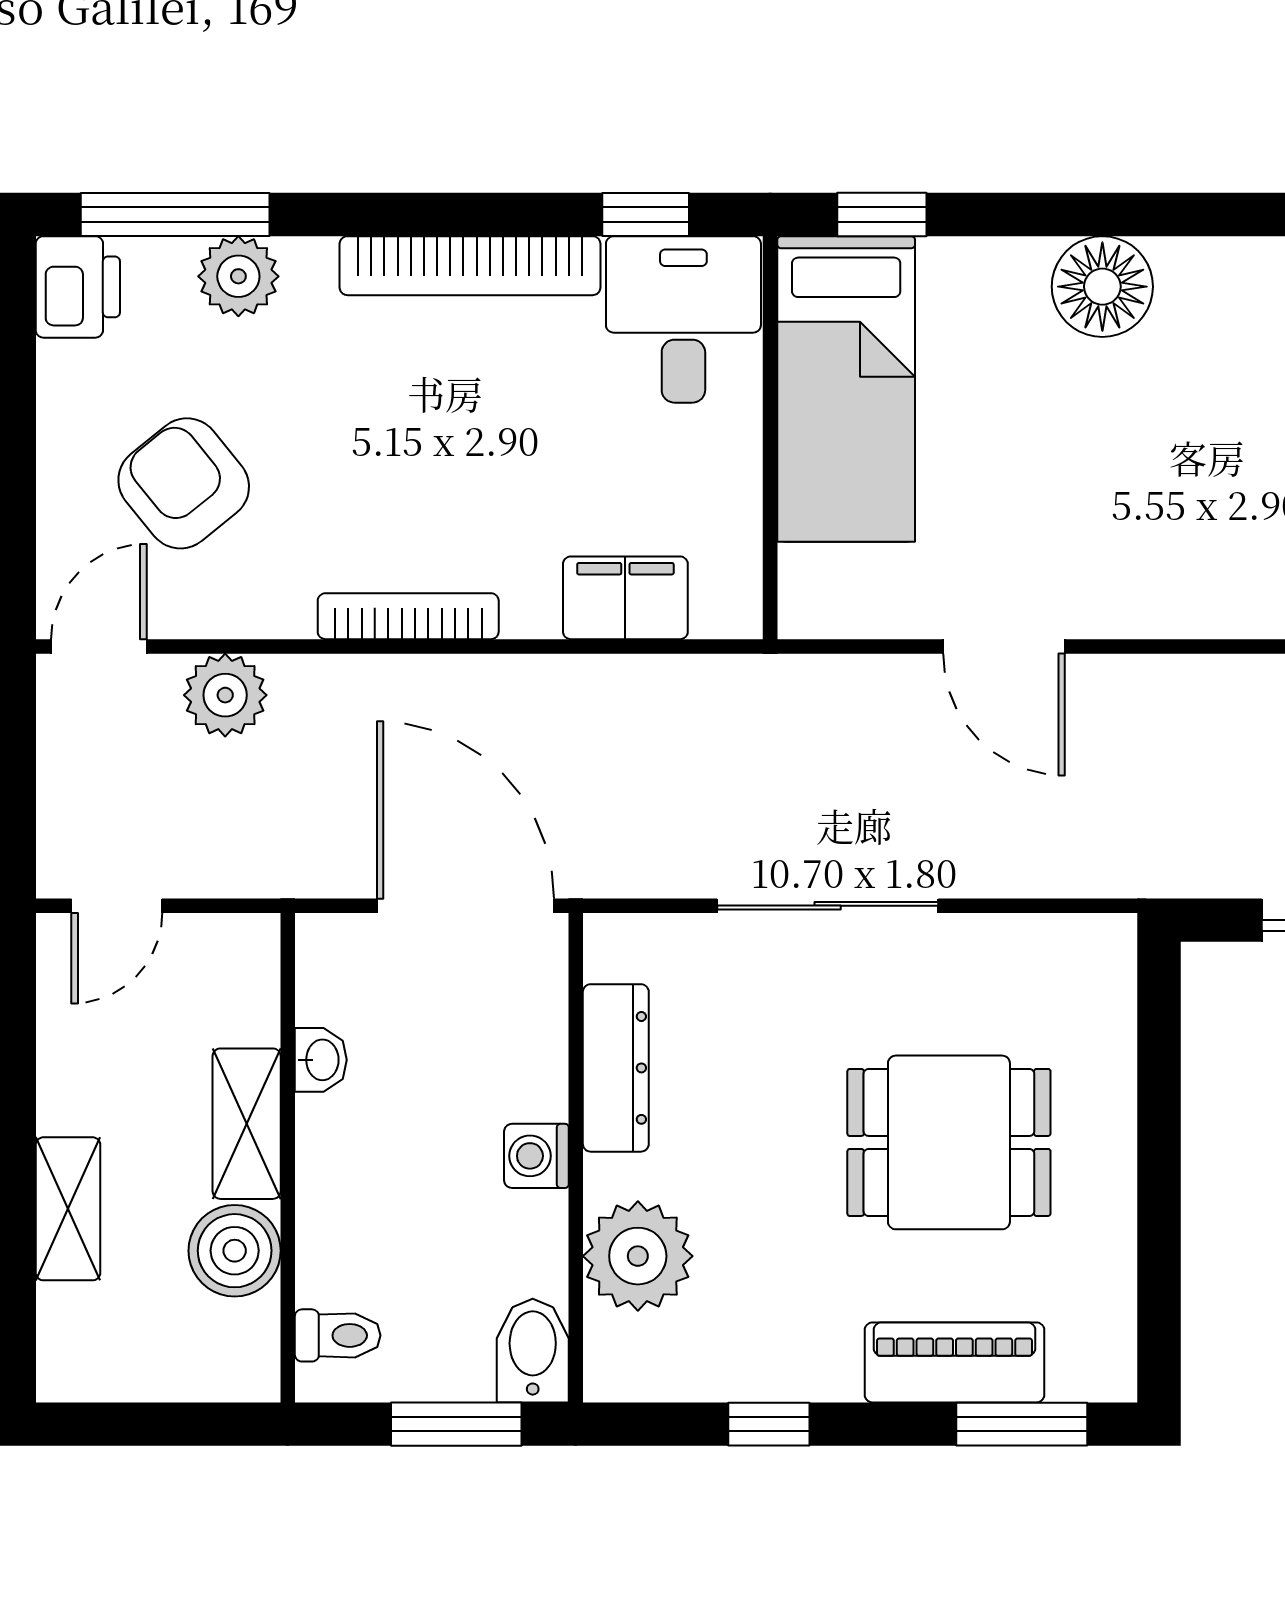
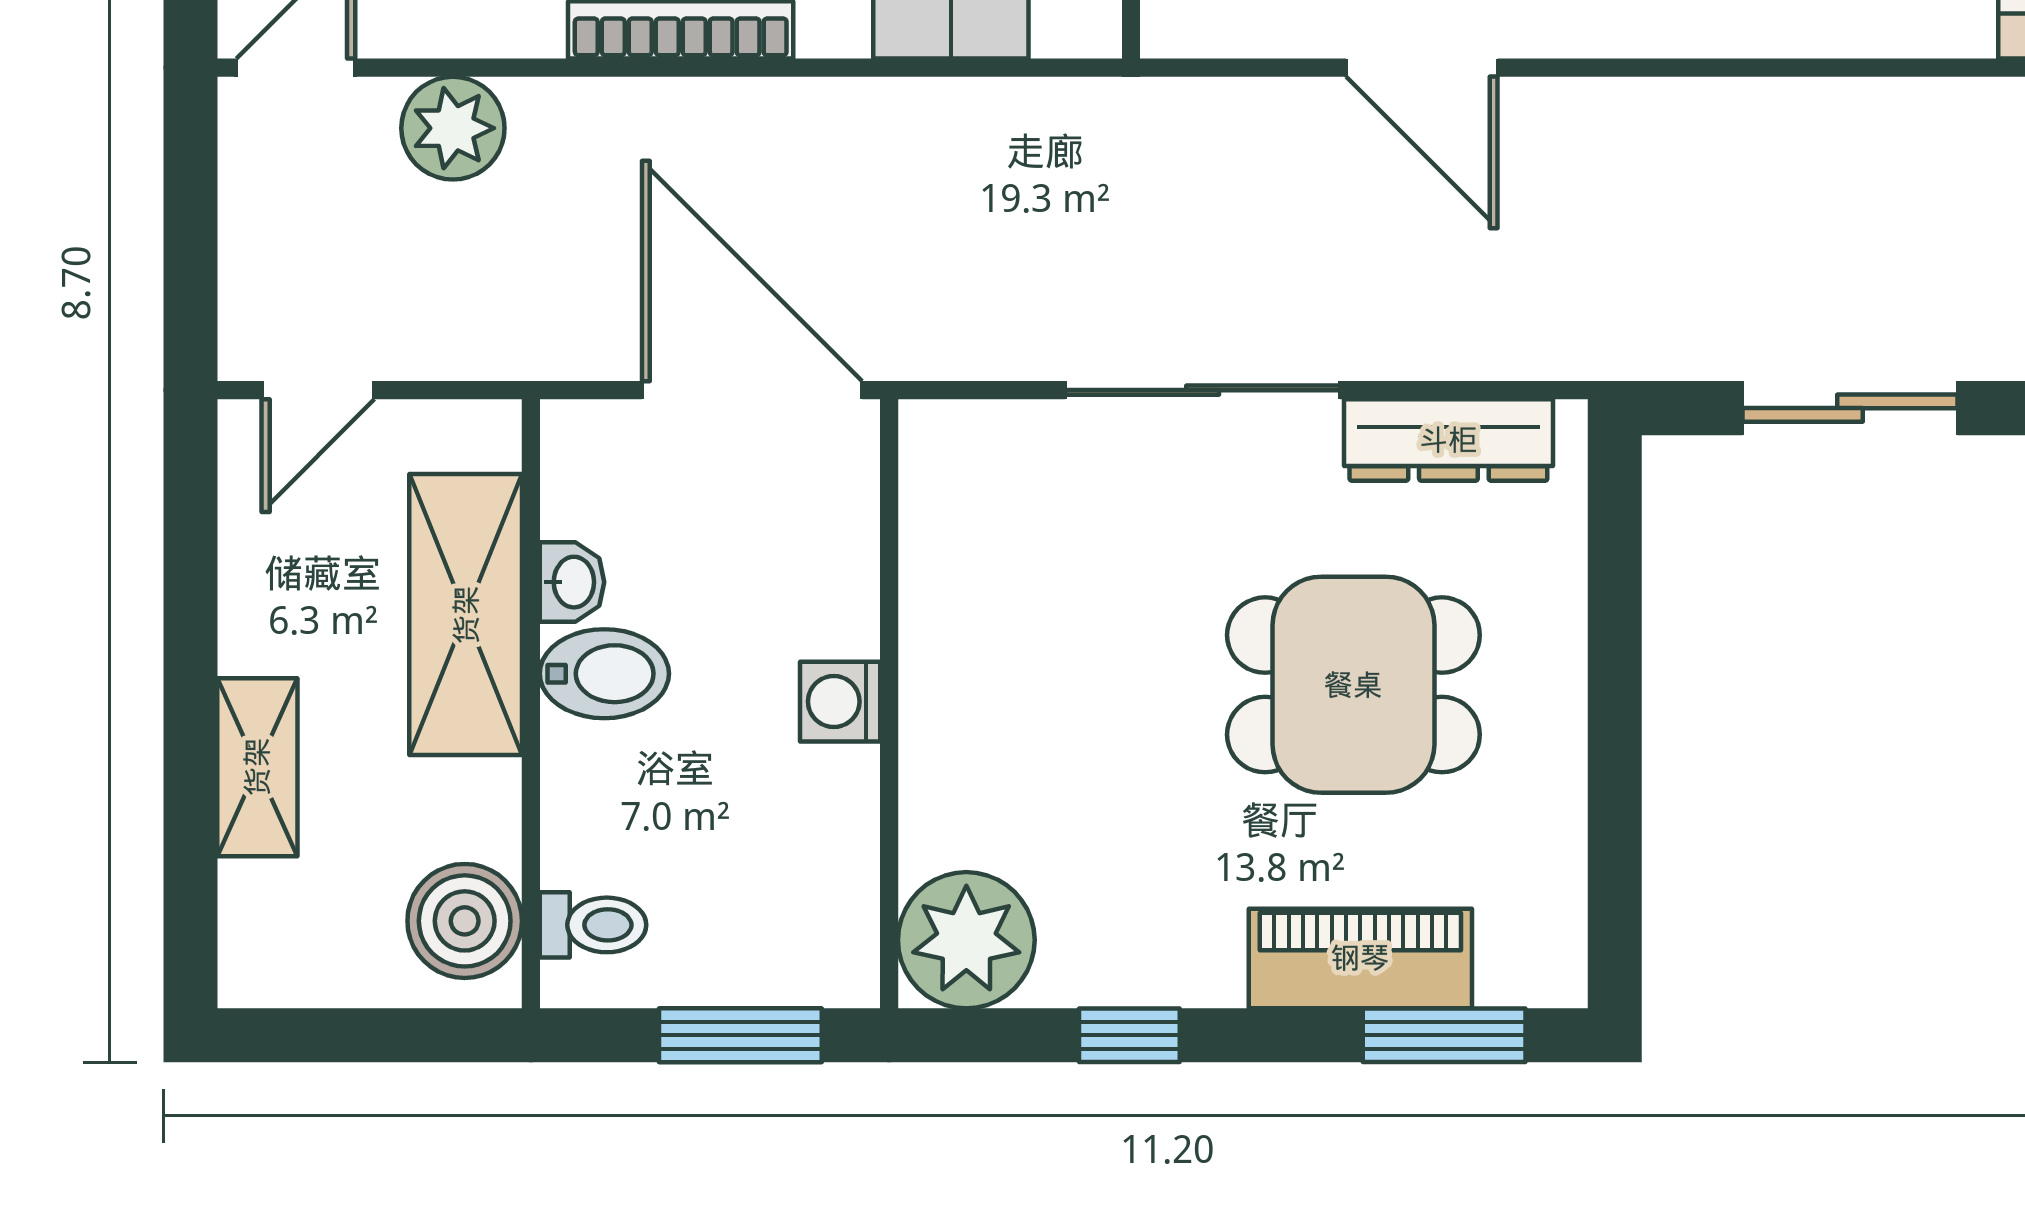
dresser: (616, 1068) -> (1448, 440), moved, turned 90
shelving: (247, 1124) -> (466, 615), width x1.50, depth x1.33
boiler: (235, 1251) -> (465, 921), moved
plant: (638, 1256) -> (966, 940), moved
bidet: (533, 1351) -> (604, 674), moved, turned 90

